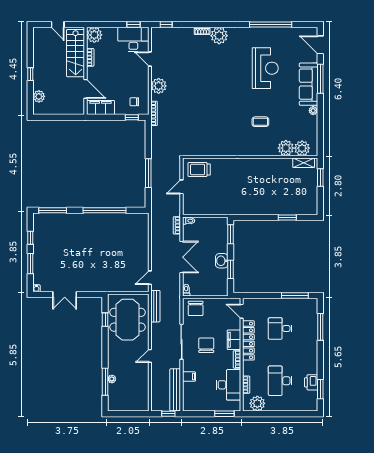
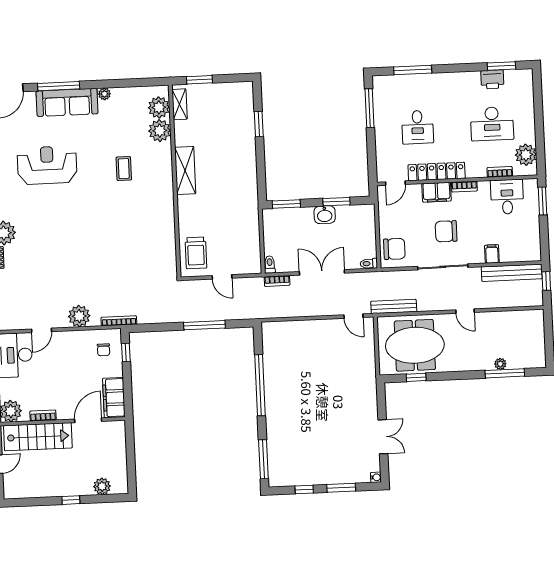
shelving: (257, 165) -> (185, 170), added
desk: (228, 385) -> (507, 197), width x0.73

